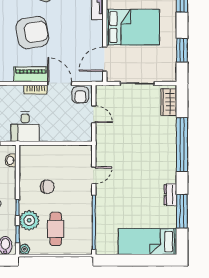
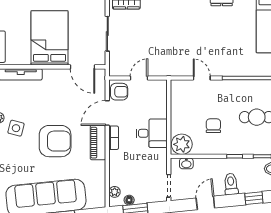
armchair: (32, 33) -> (55, 141), turned 100
desk: (25, 127) -> (152, 133), moved
plant: (29, 220) -> (182, 144), moved

